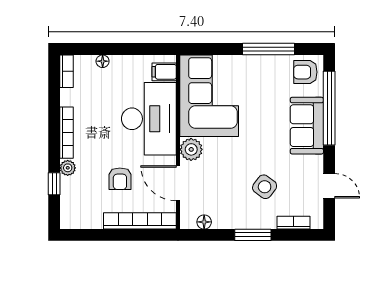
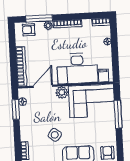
window: (269, 49) -> (118, 114), moved
armchair: (120, 179) -> (29, 30), moved
window: (54, 184) -> (39, 18), width x2.17
side table: (265, 187) -> (55, 135), moved
window: (253, 235) -> (16, 109), moved

